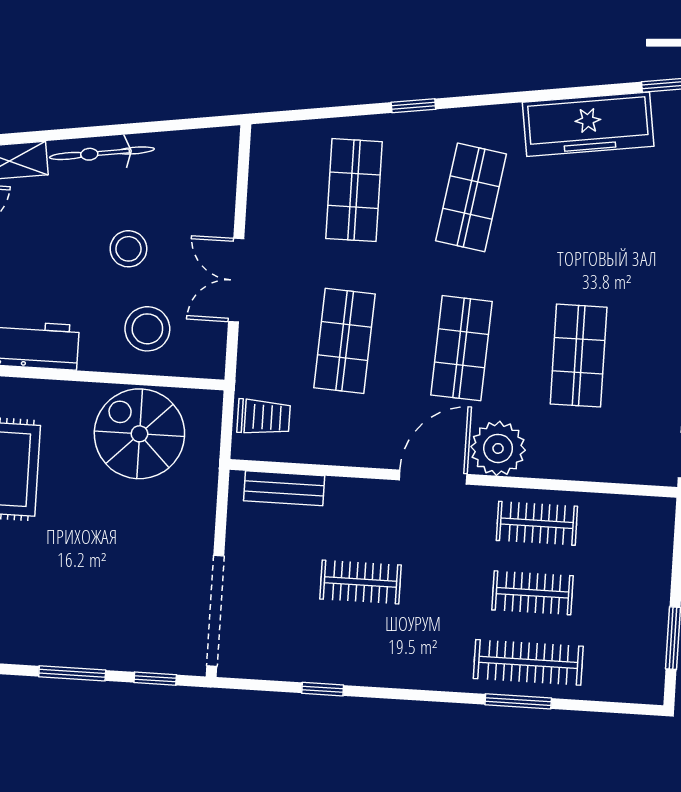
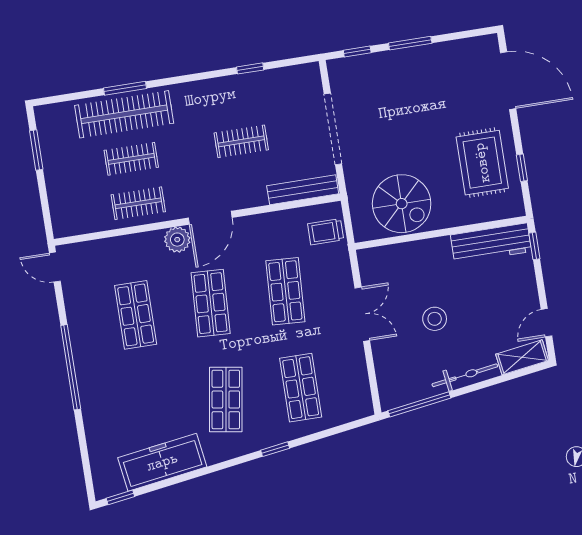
window: (180, 125) -> (419, 404), added
stool: (147, 329) -> (411, 271), removed
plant: (498, 448) -> (177, 240), width x0.73, depth x0.73
bench: (284, 488) -> (303, 190), width x1.36
doorway: (215, 611) -> (333, 129), moved
clothes rail: (528, 662) -> (124, 114), width x1.37, depth x1.31

